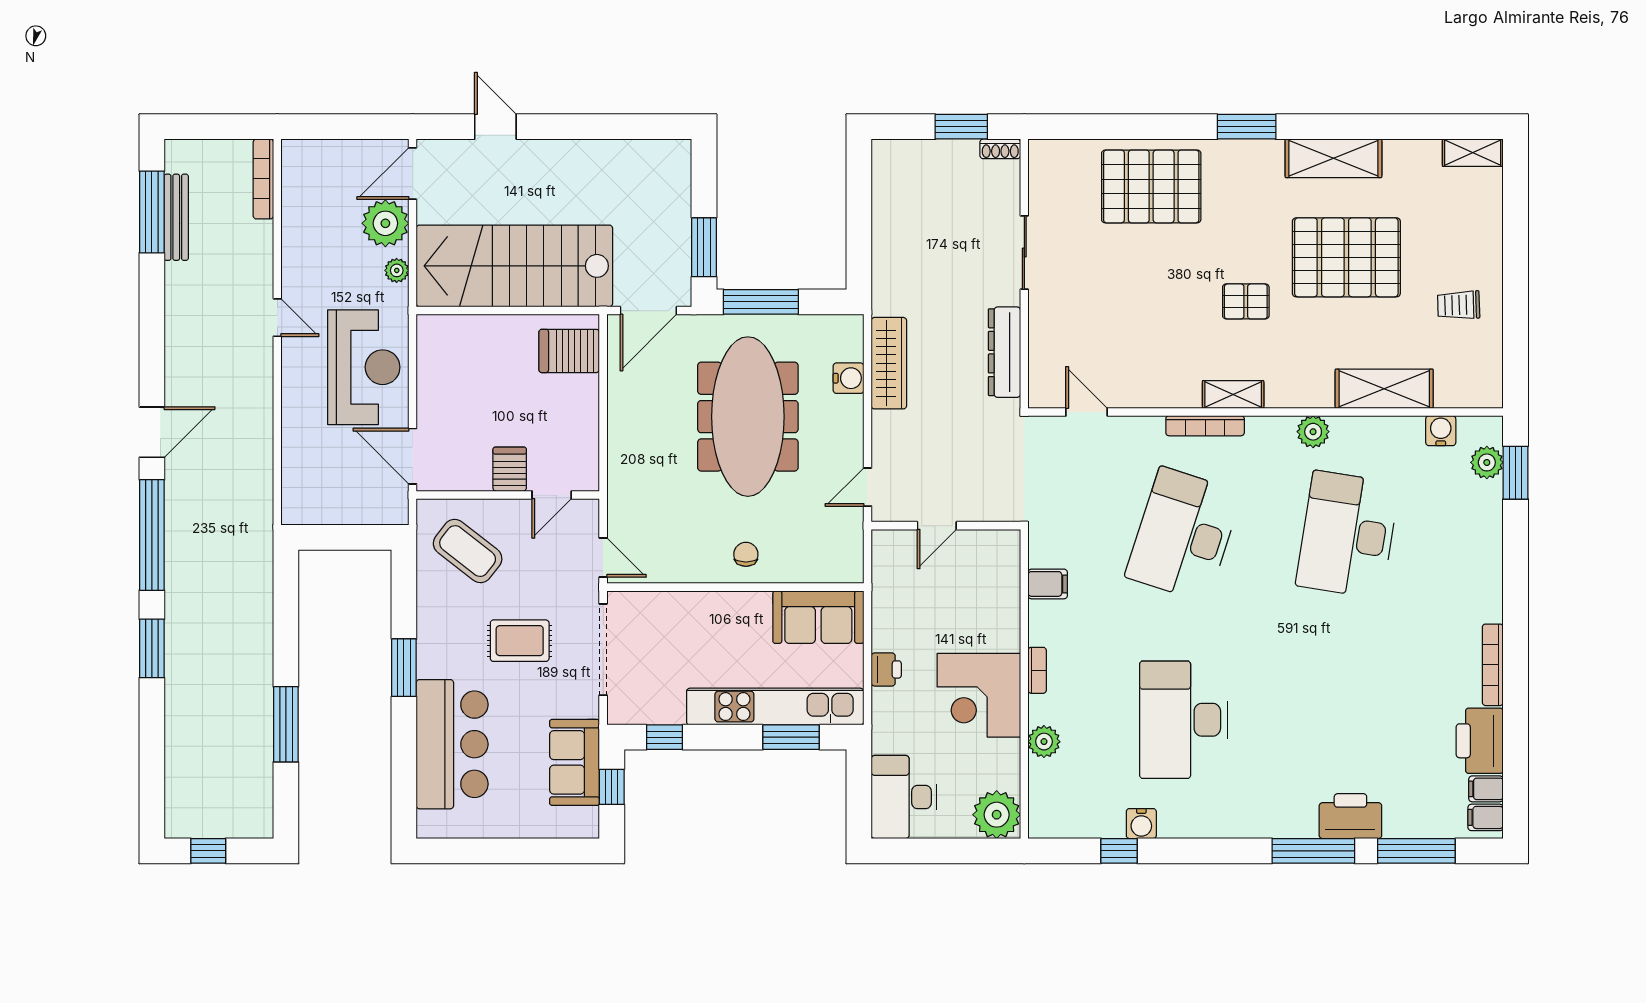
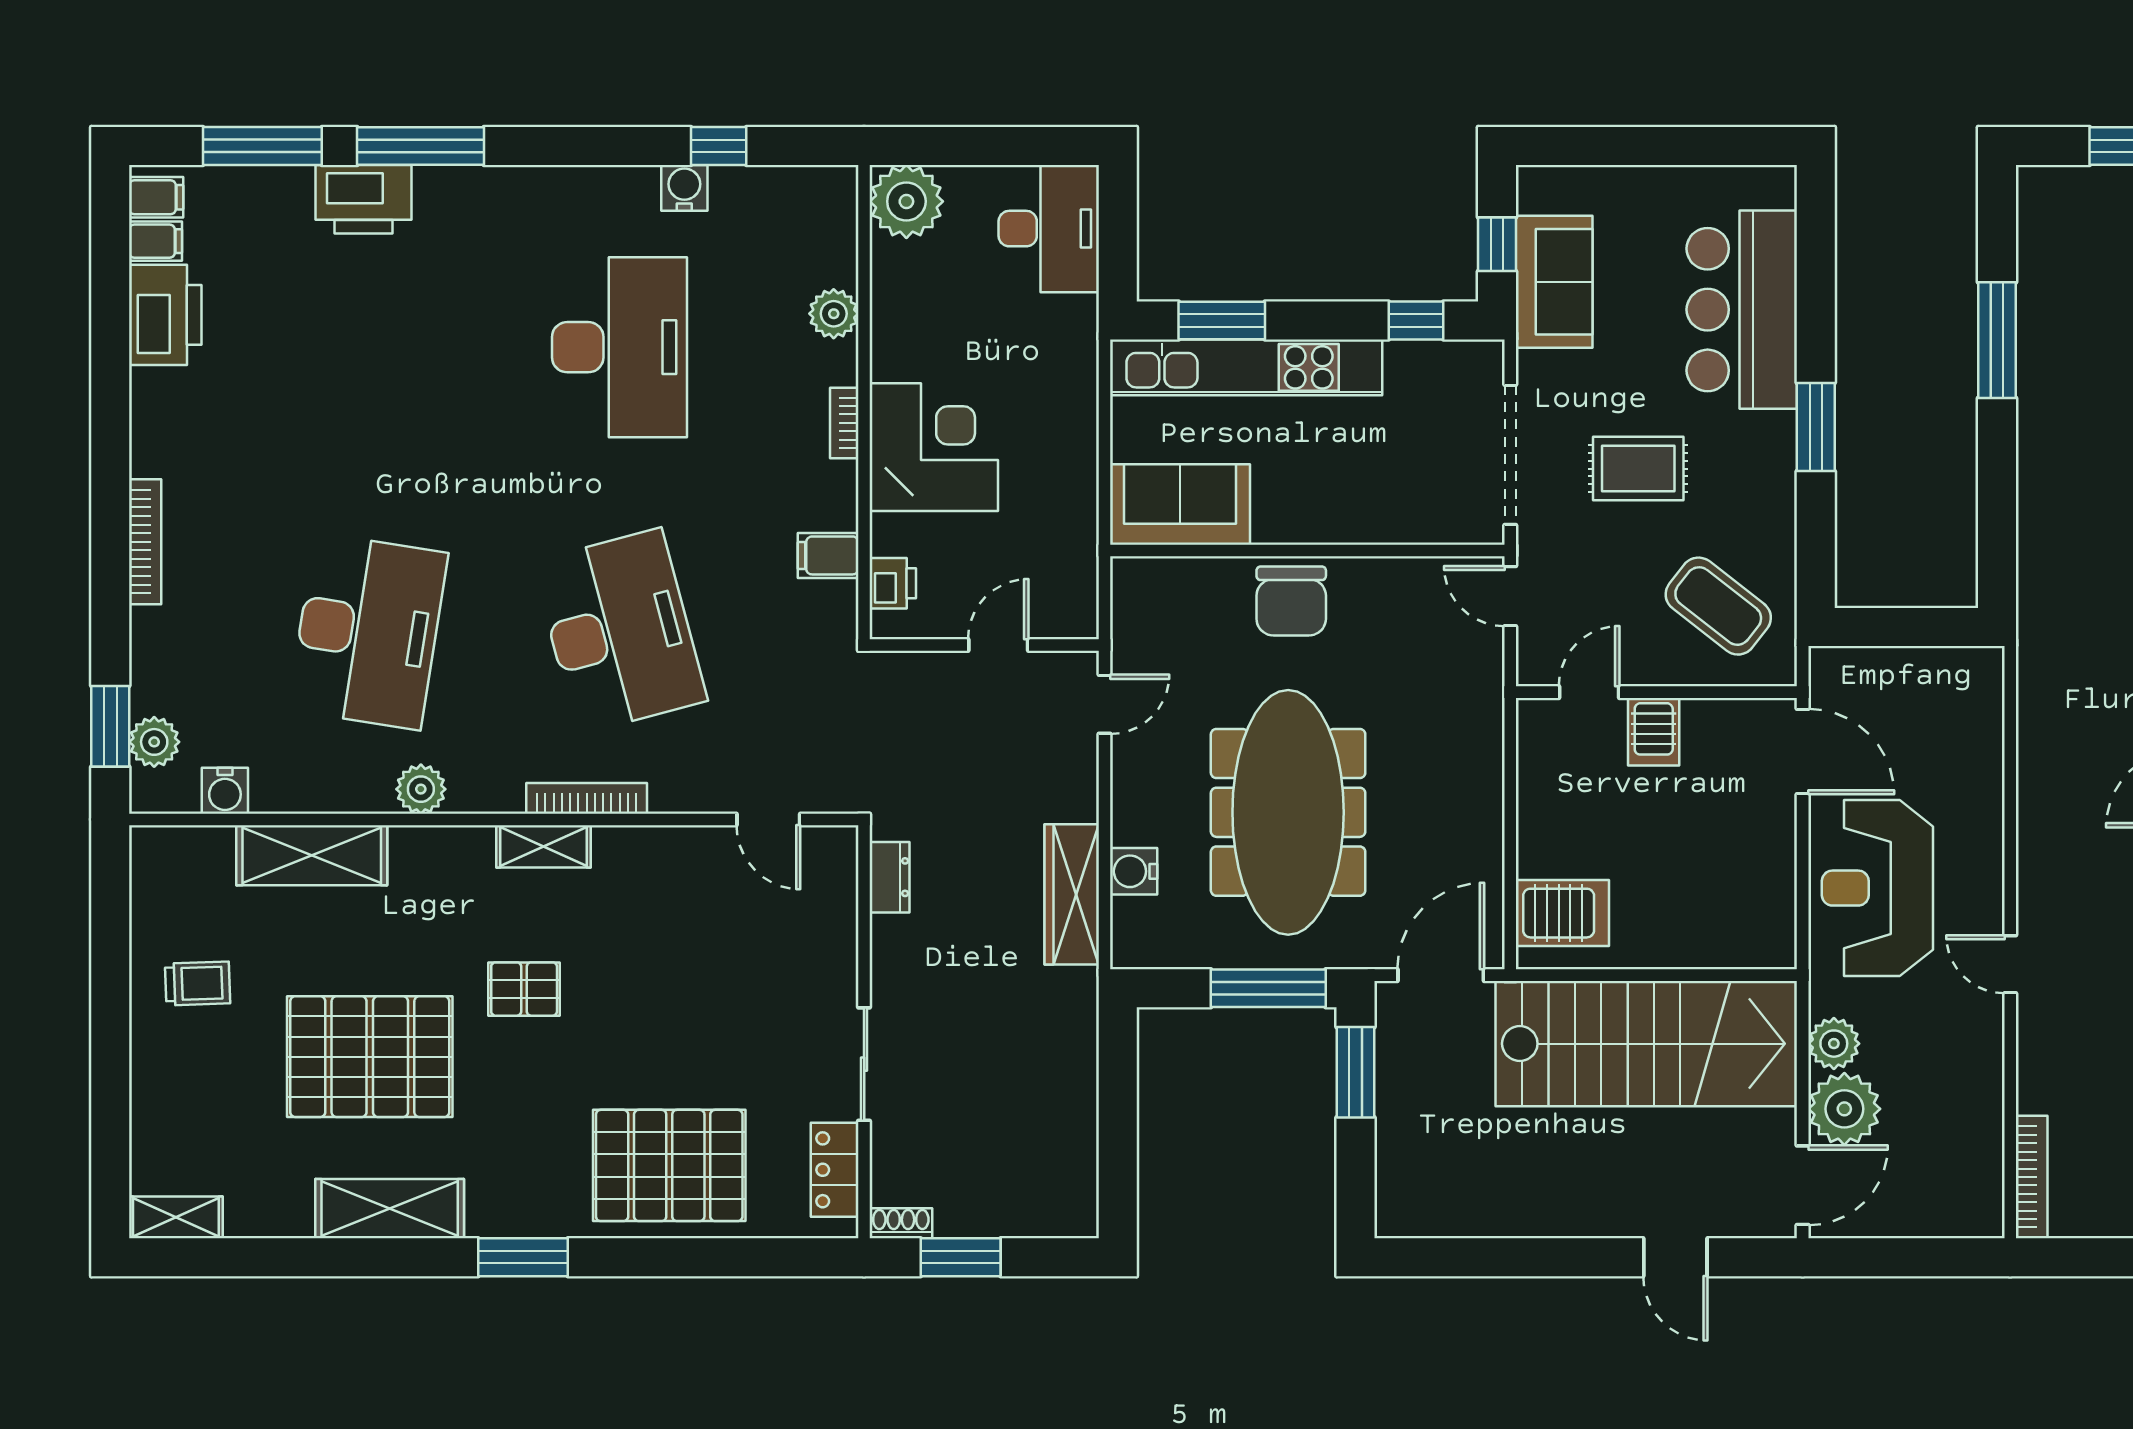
locker: (1043, 184) -> (835, 1170), added
plant: (397, 270) -> (1834, 1044), width x1.38, depth x1.38
dresser: (1004, 352) -> (890, 877), width x0.51, depth x0.80
desk: (1184, 535) -> (620, 631), turned -33
chair: (746, 554) -> (1291, 601), width x1.87, depth x1.87
bookcase: (1493, 665) -> (145, 542), moved
printer: (886, 669) -> (893, 583), moved, turned 180
corner desk: (979, 695) -> (934, 447), moved

